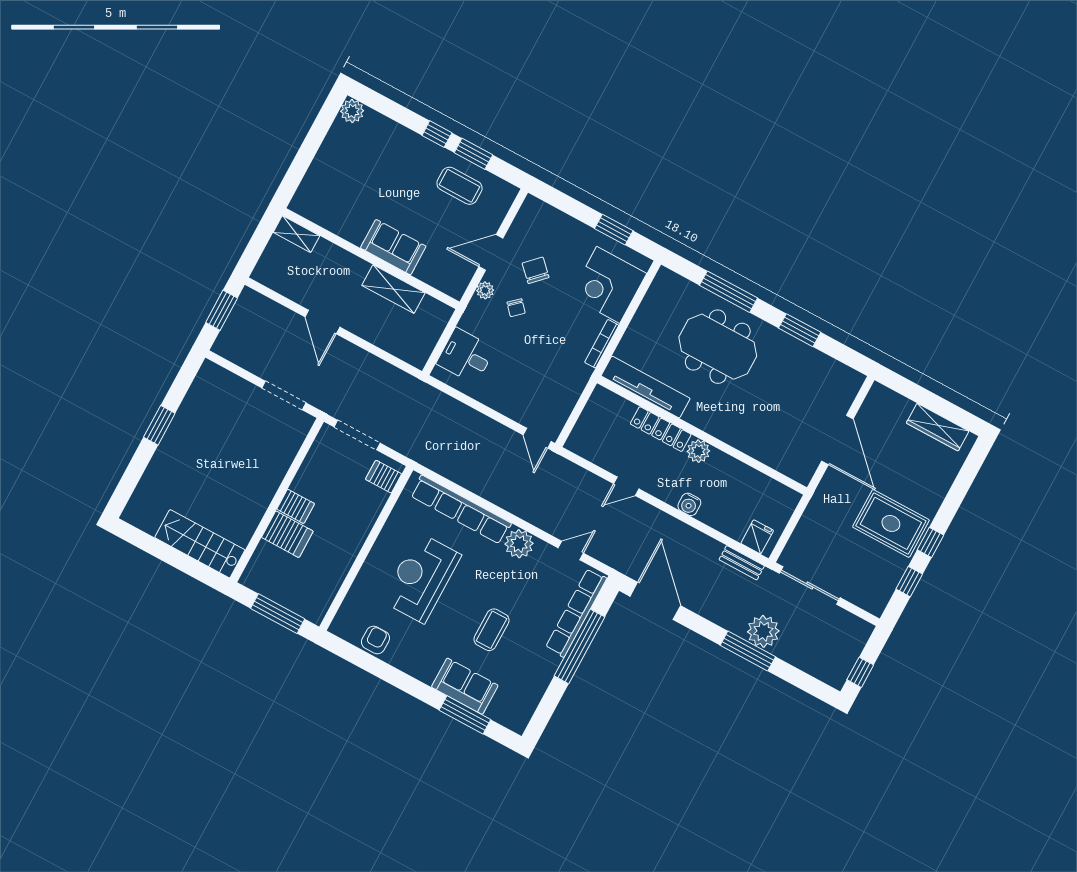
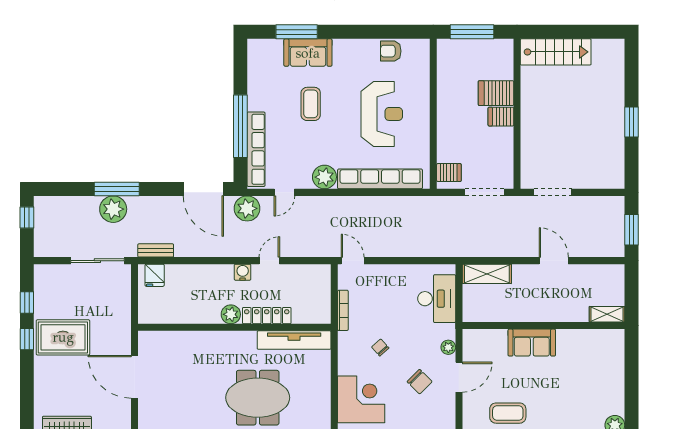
shelving: (393, 289) -> (487, 274), moved
chair: (516, 308) -> (380, 347), moved
bookcase: (602, 344) -> (343, 310), moved
desk: (466, 356) -> (437, 299), width x1.37
water cooler: (689, 504) -> (243, 272), moved
plant: (620, 555) -> (247, 208), added
armchair: (375, 640) -> (391, 51), turned 90

